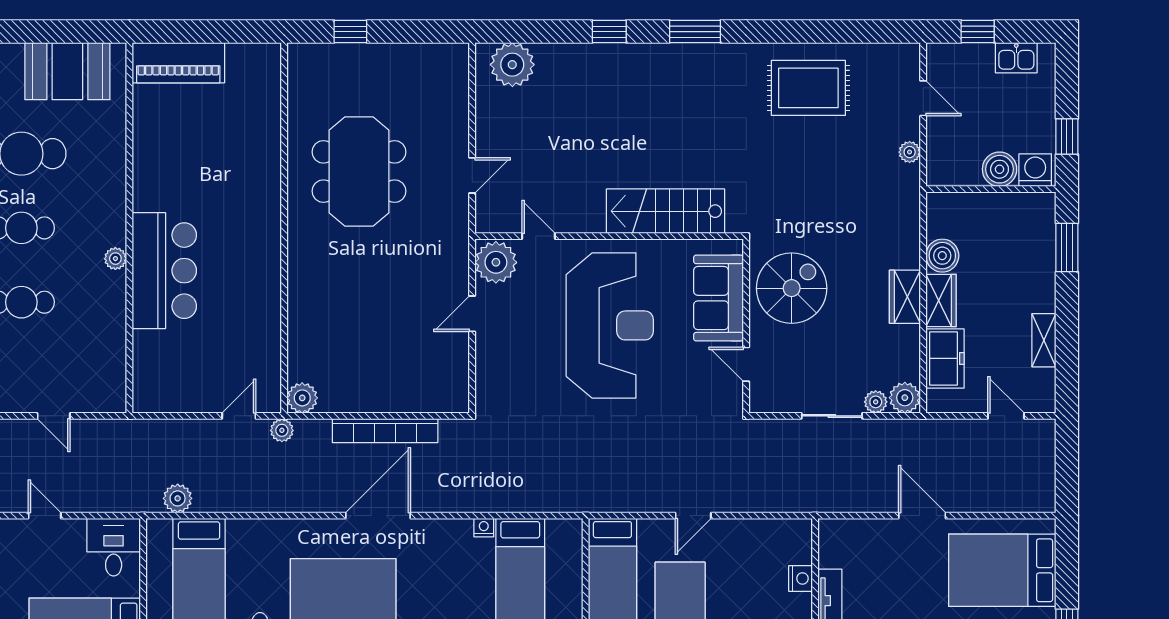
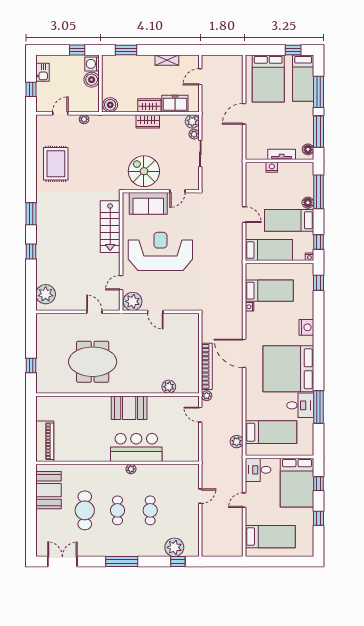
booth: (254, 254) -> (129, 408), added
boiler: (942, 256) -> (110, 105), moved
plant: (302, 398) -> (169, 387), moved
bookcase: (385, 431) -> (207, 366), moved

